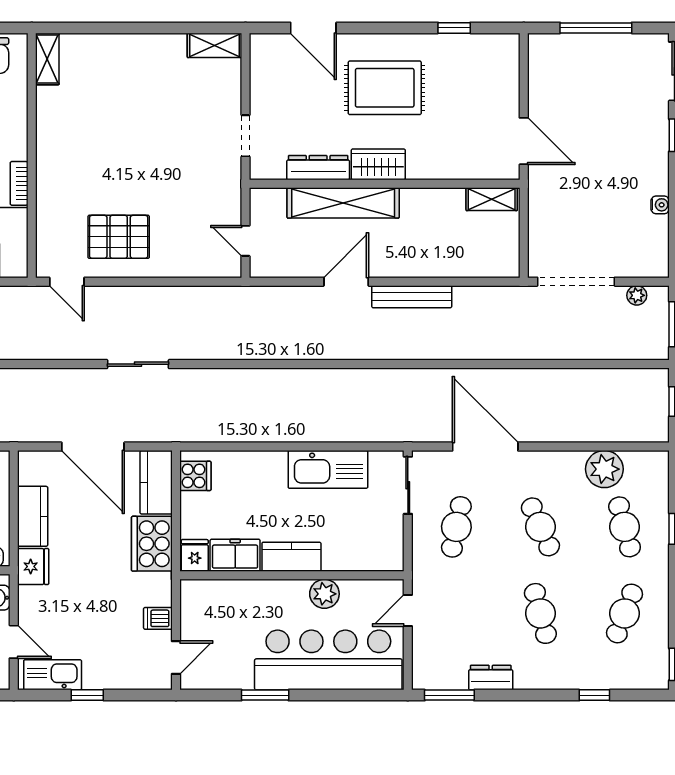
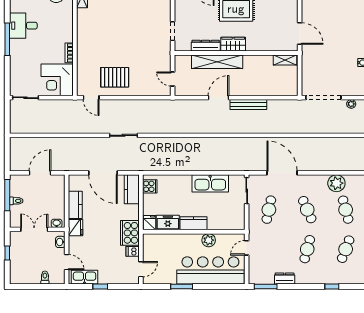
cooker: (152, 544) -> (130, 233), moved
cafe table: (540, 613) -> (307, 249), turned 30

